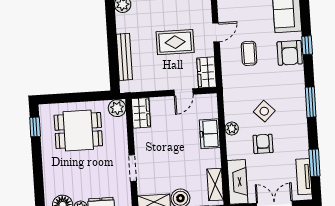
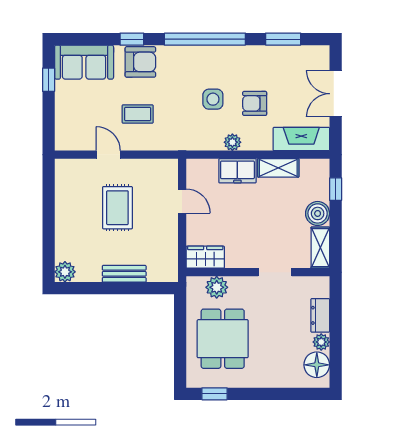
bench: (124, 57) -> (124, 274), width x0.73
wardrobe: (207, 72) -> (159, 170), removed
window: (311, 102) -> (205, 39), width x2.11
plant: (117, 108) -> (217, 287), moved
side table: (264, 111) -> (213, 99), turned 45
tv unit: (304, 177) -> (300, 54), removed
shelving: (215, 184) -> (278, 168), moved

